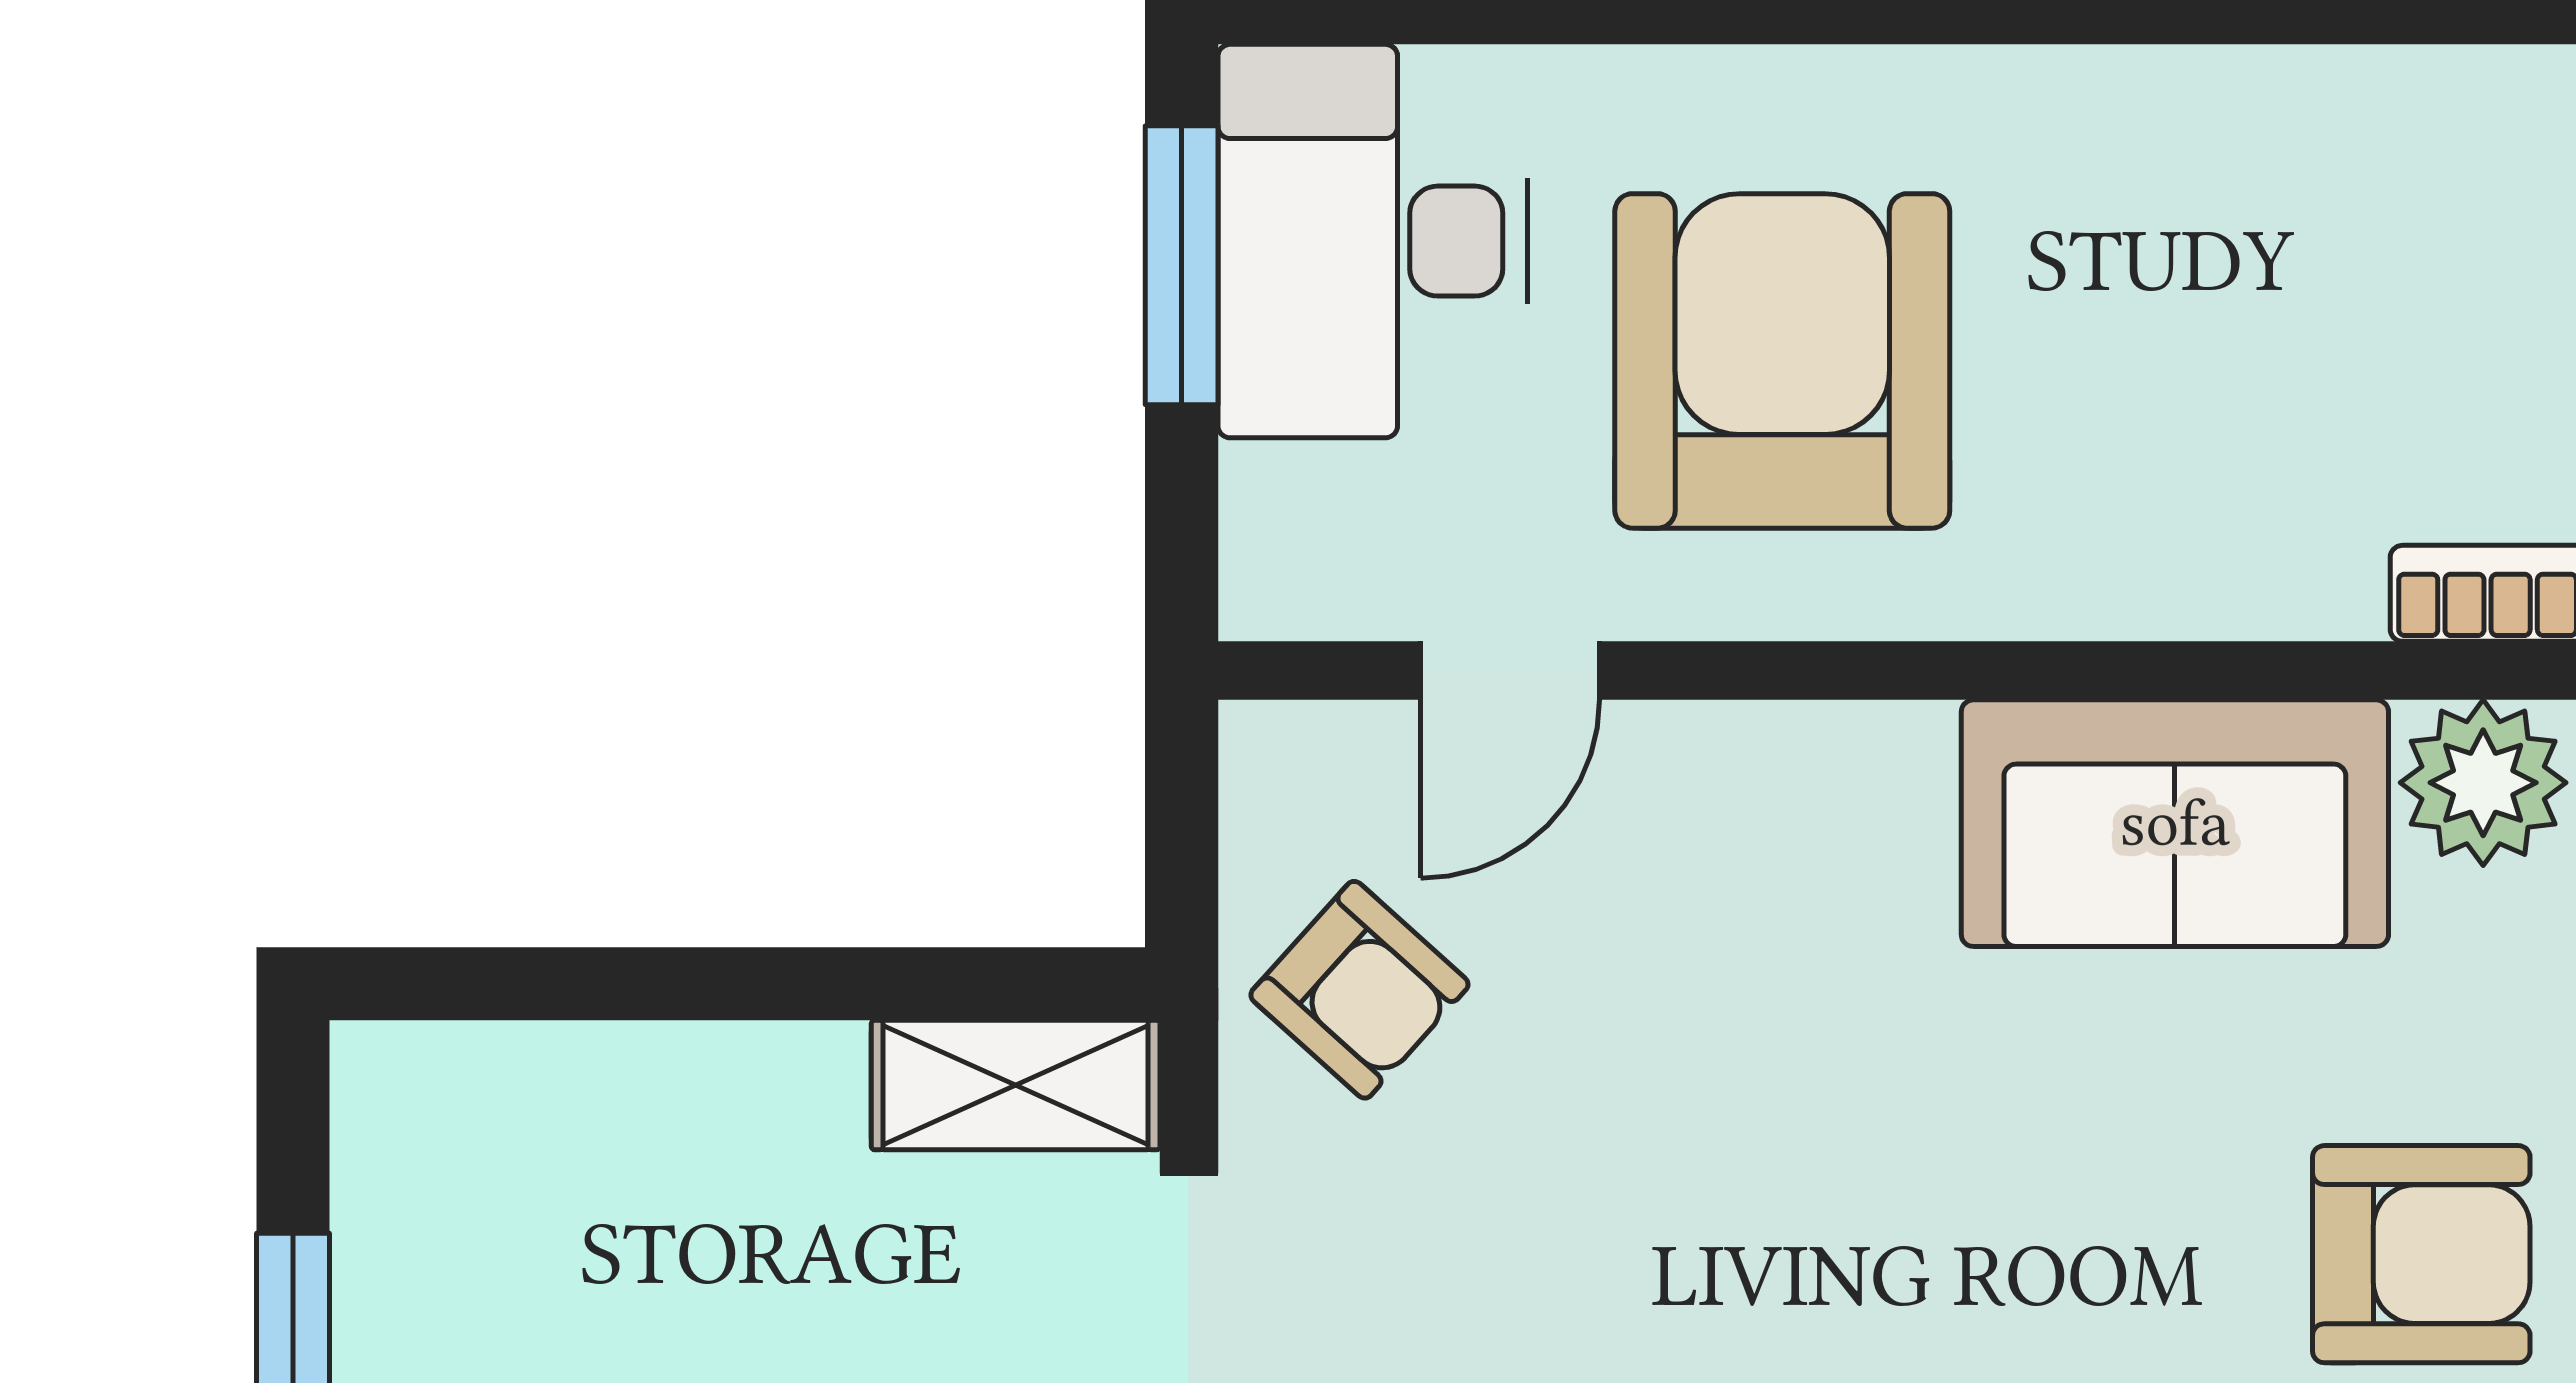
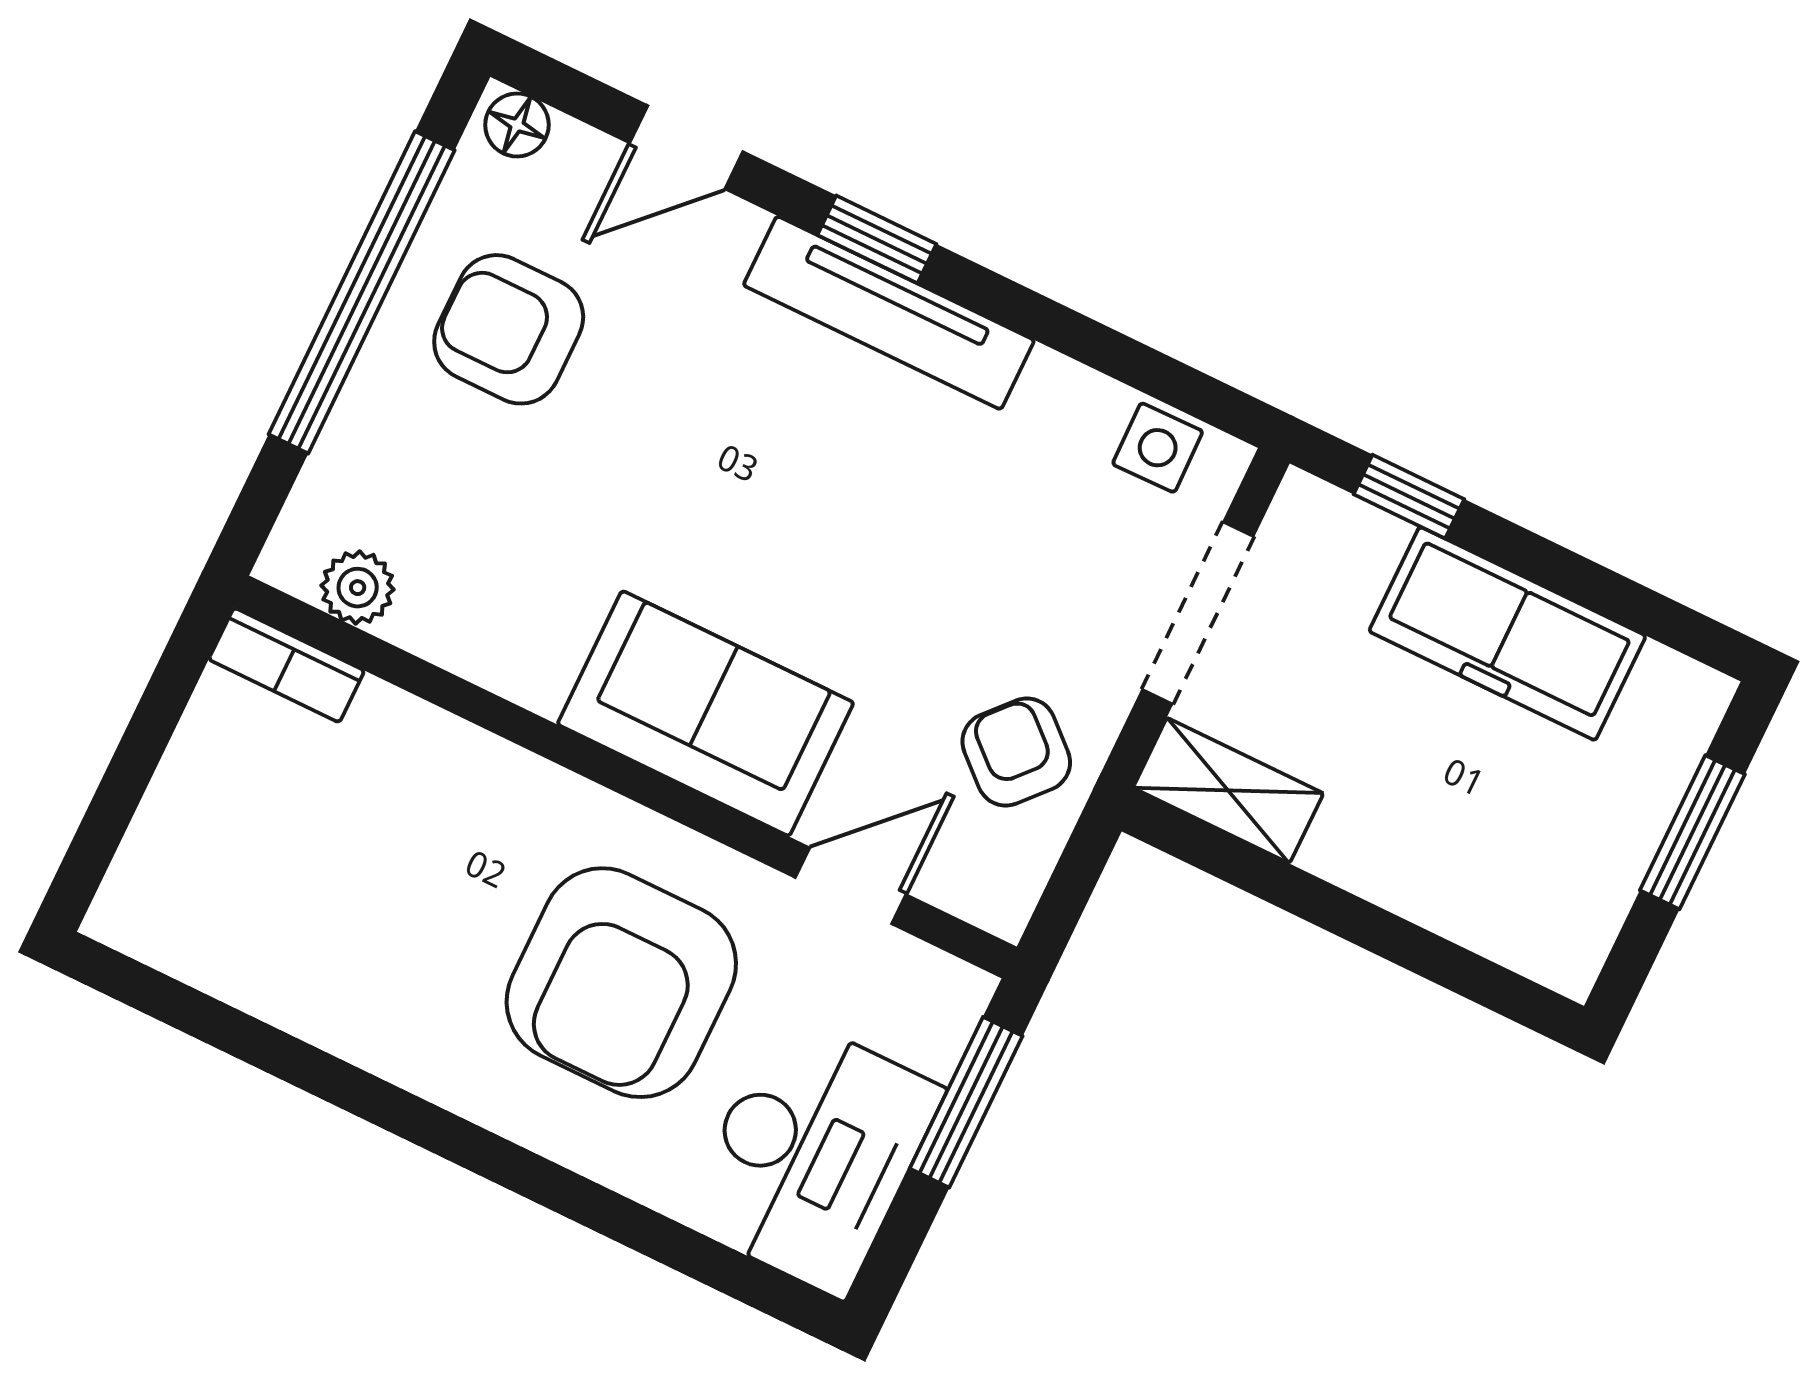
window: (1182, 265) -> (966, 1102), moved
plant: (2483, 783) -> (358, 588), width x0.73, depth x0.73
sofa: (2175, 823) -> (706, 713), moved

